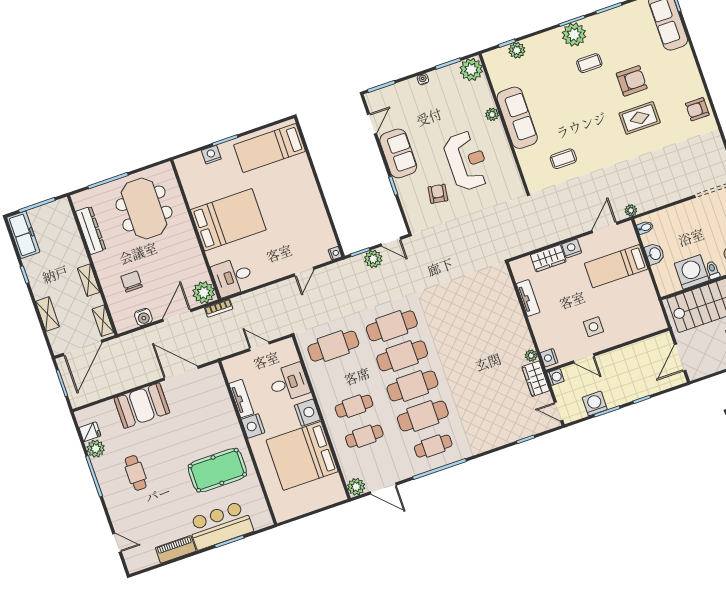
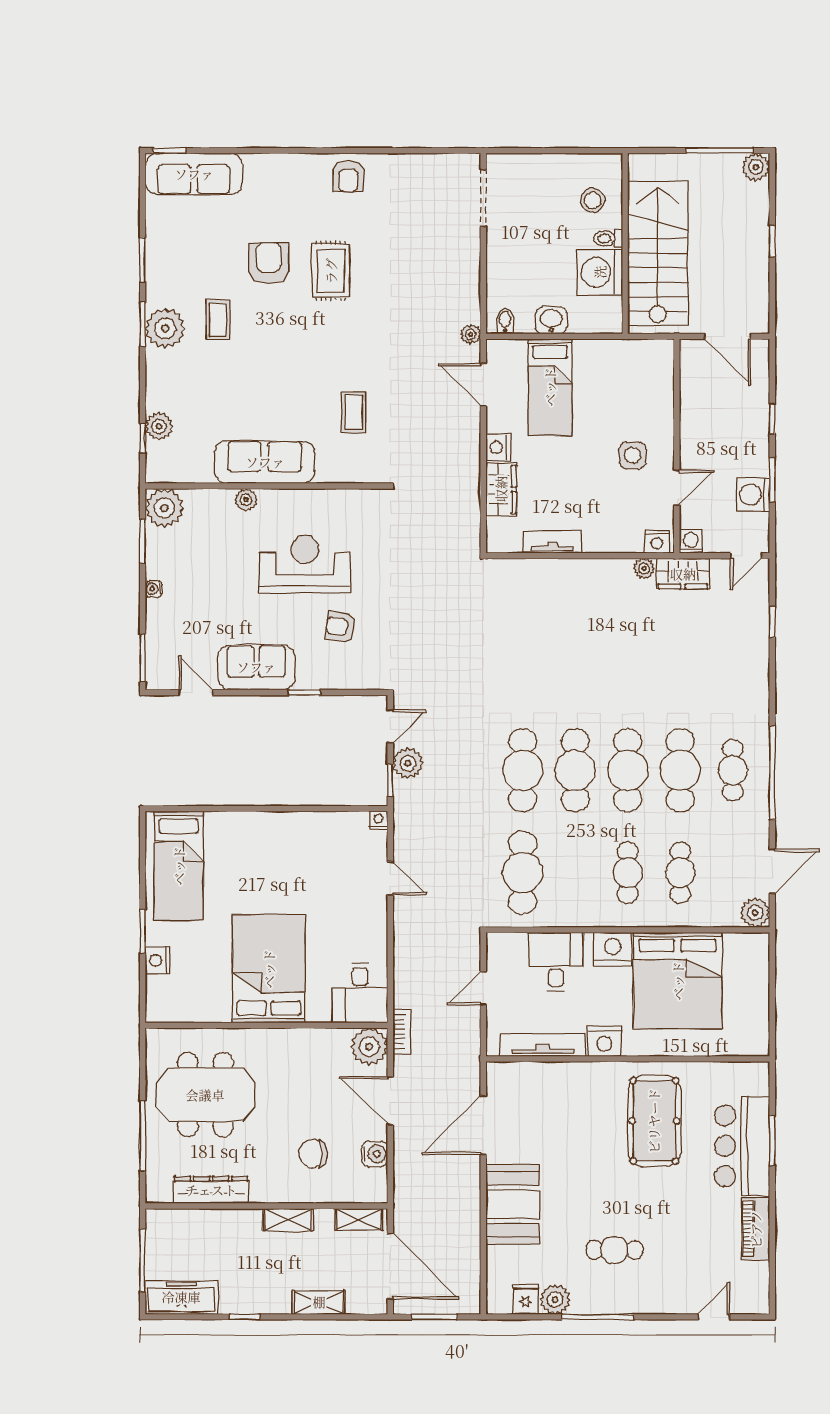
tv unit: (241, 399) -> (543, 1045), width x1.41

